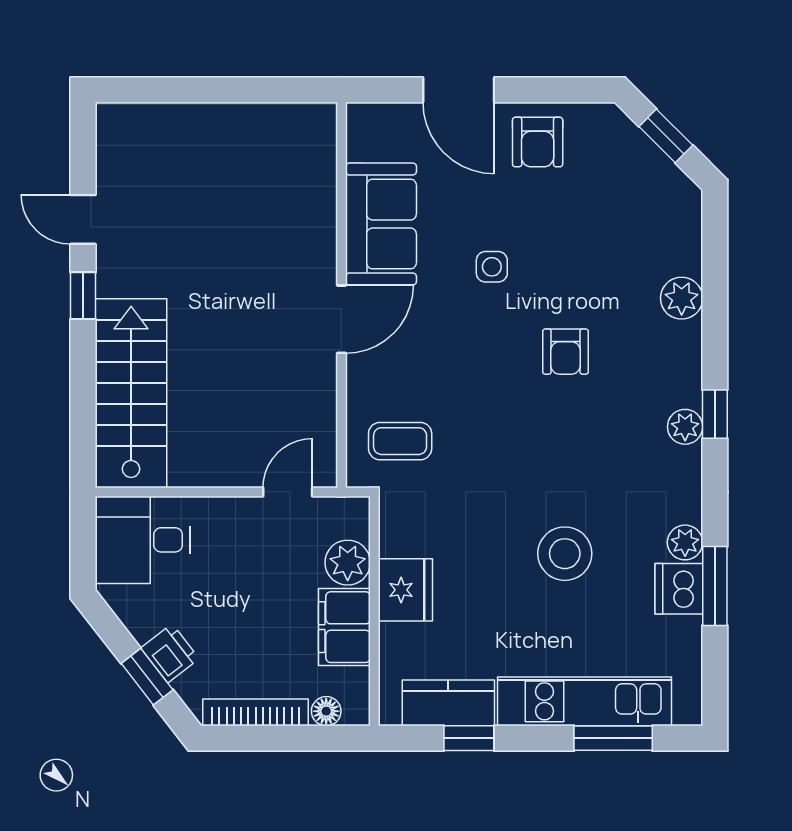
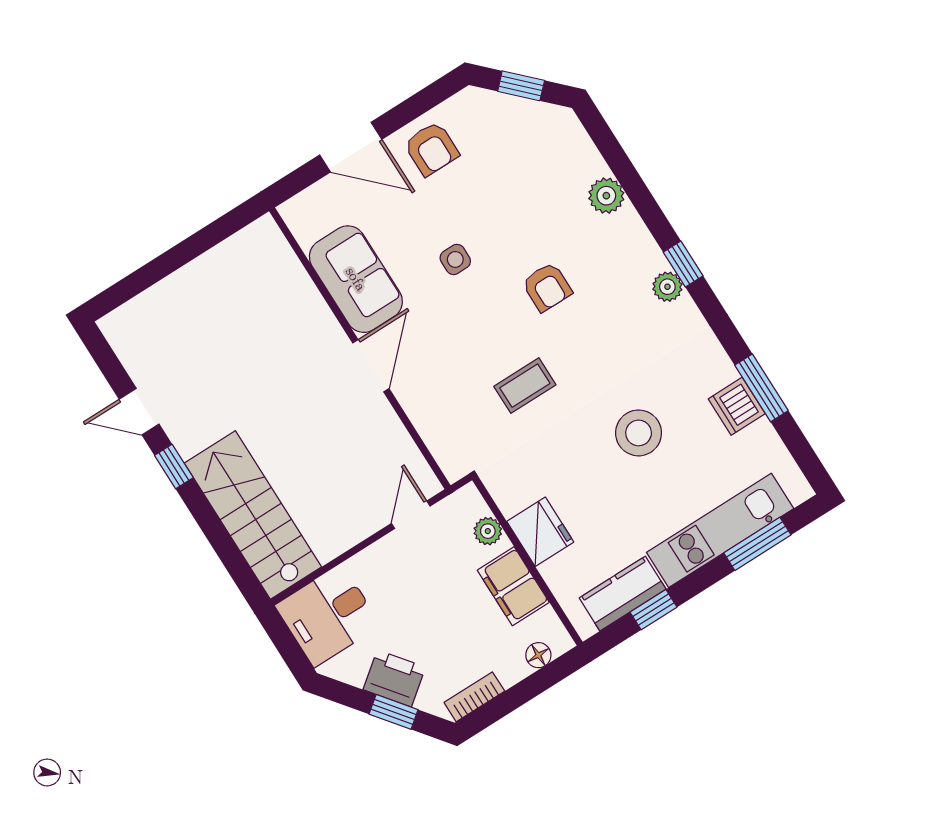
coffee table: (400, 441) -> (525, 386), moved
plant: (685, 542) -> (720, 370), removed
plant: (348, 563) -> (488, 531), width x0.73, depth x0.73
printer: (170, 653) -> (394, 678), width x1.36, depth x1.24
bookcase: (256, 712) -> (474, 697), width x0.64

